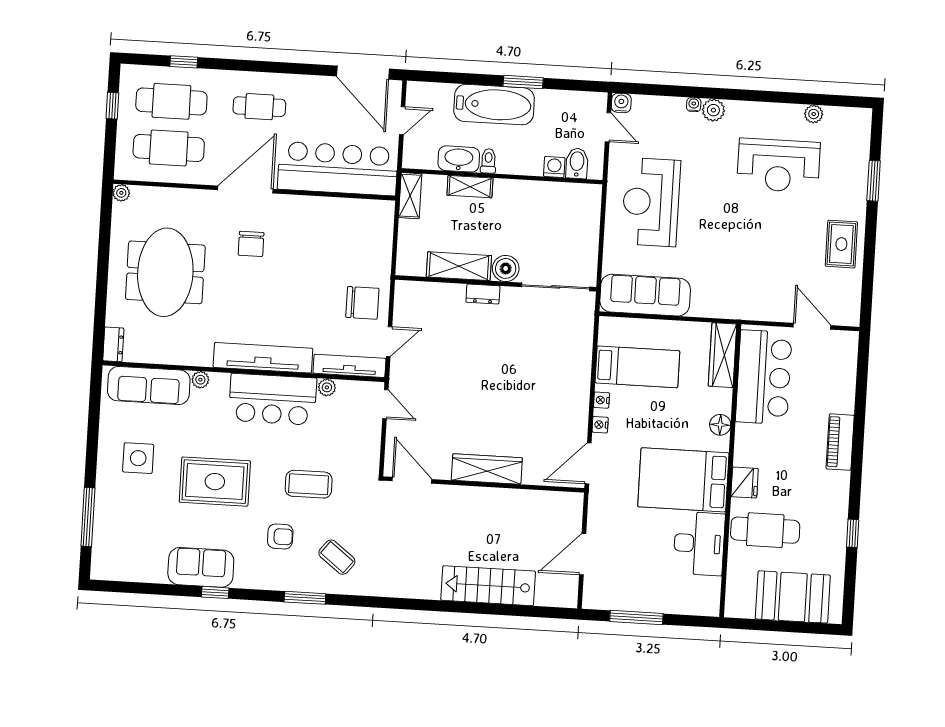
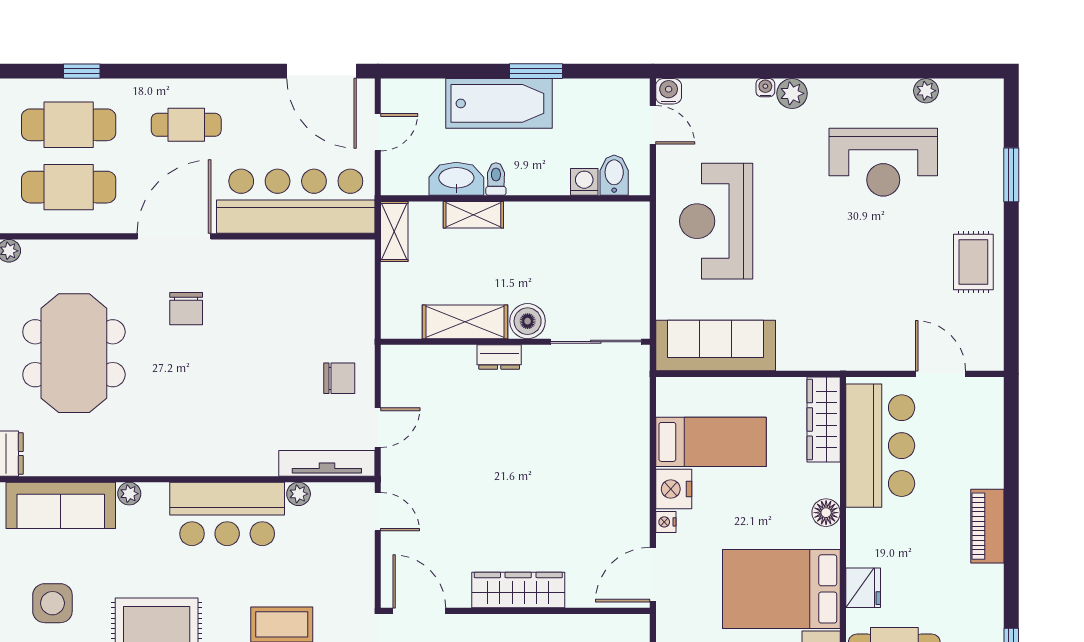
chair: (362, 303) -> (339, 378), width x0.73, depth x0.73
tv unit: (263, 358) -> (211, 459), removed
nightstand: (601, 400) -> (674, 489), width x1.89, depth x1.79

